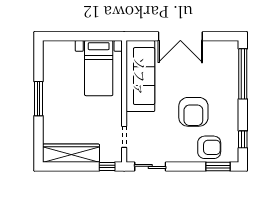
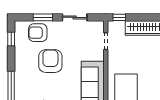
sliding door: (150, 166) -> (75, 17), moved
window: (218, 166) -> (43, 17), moved

